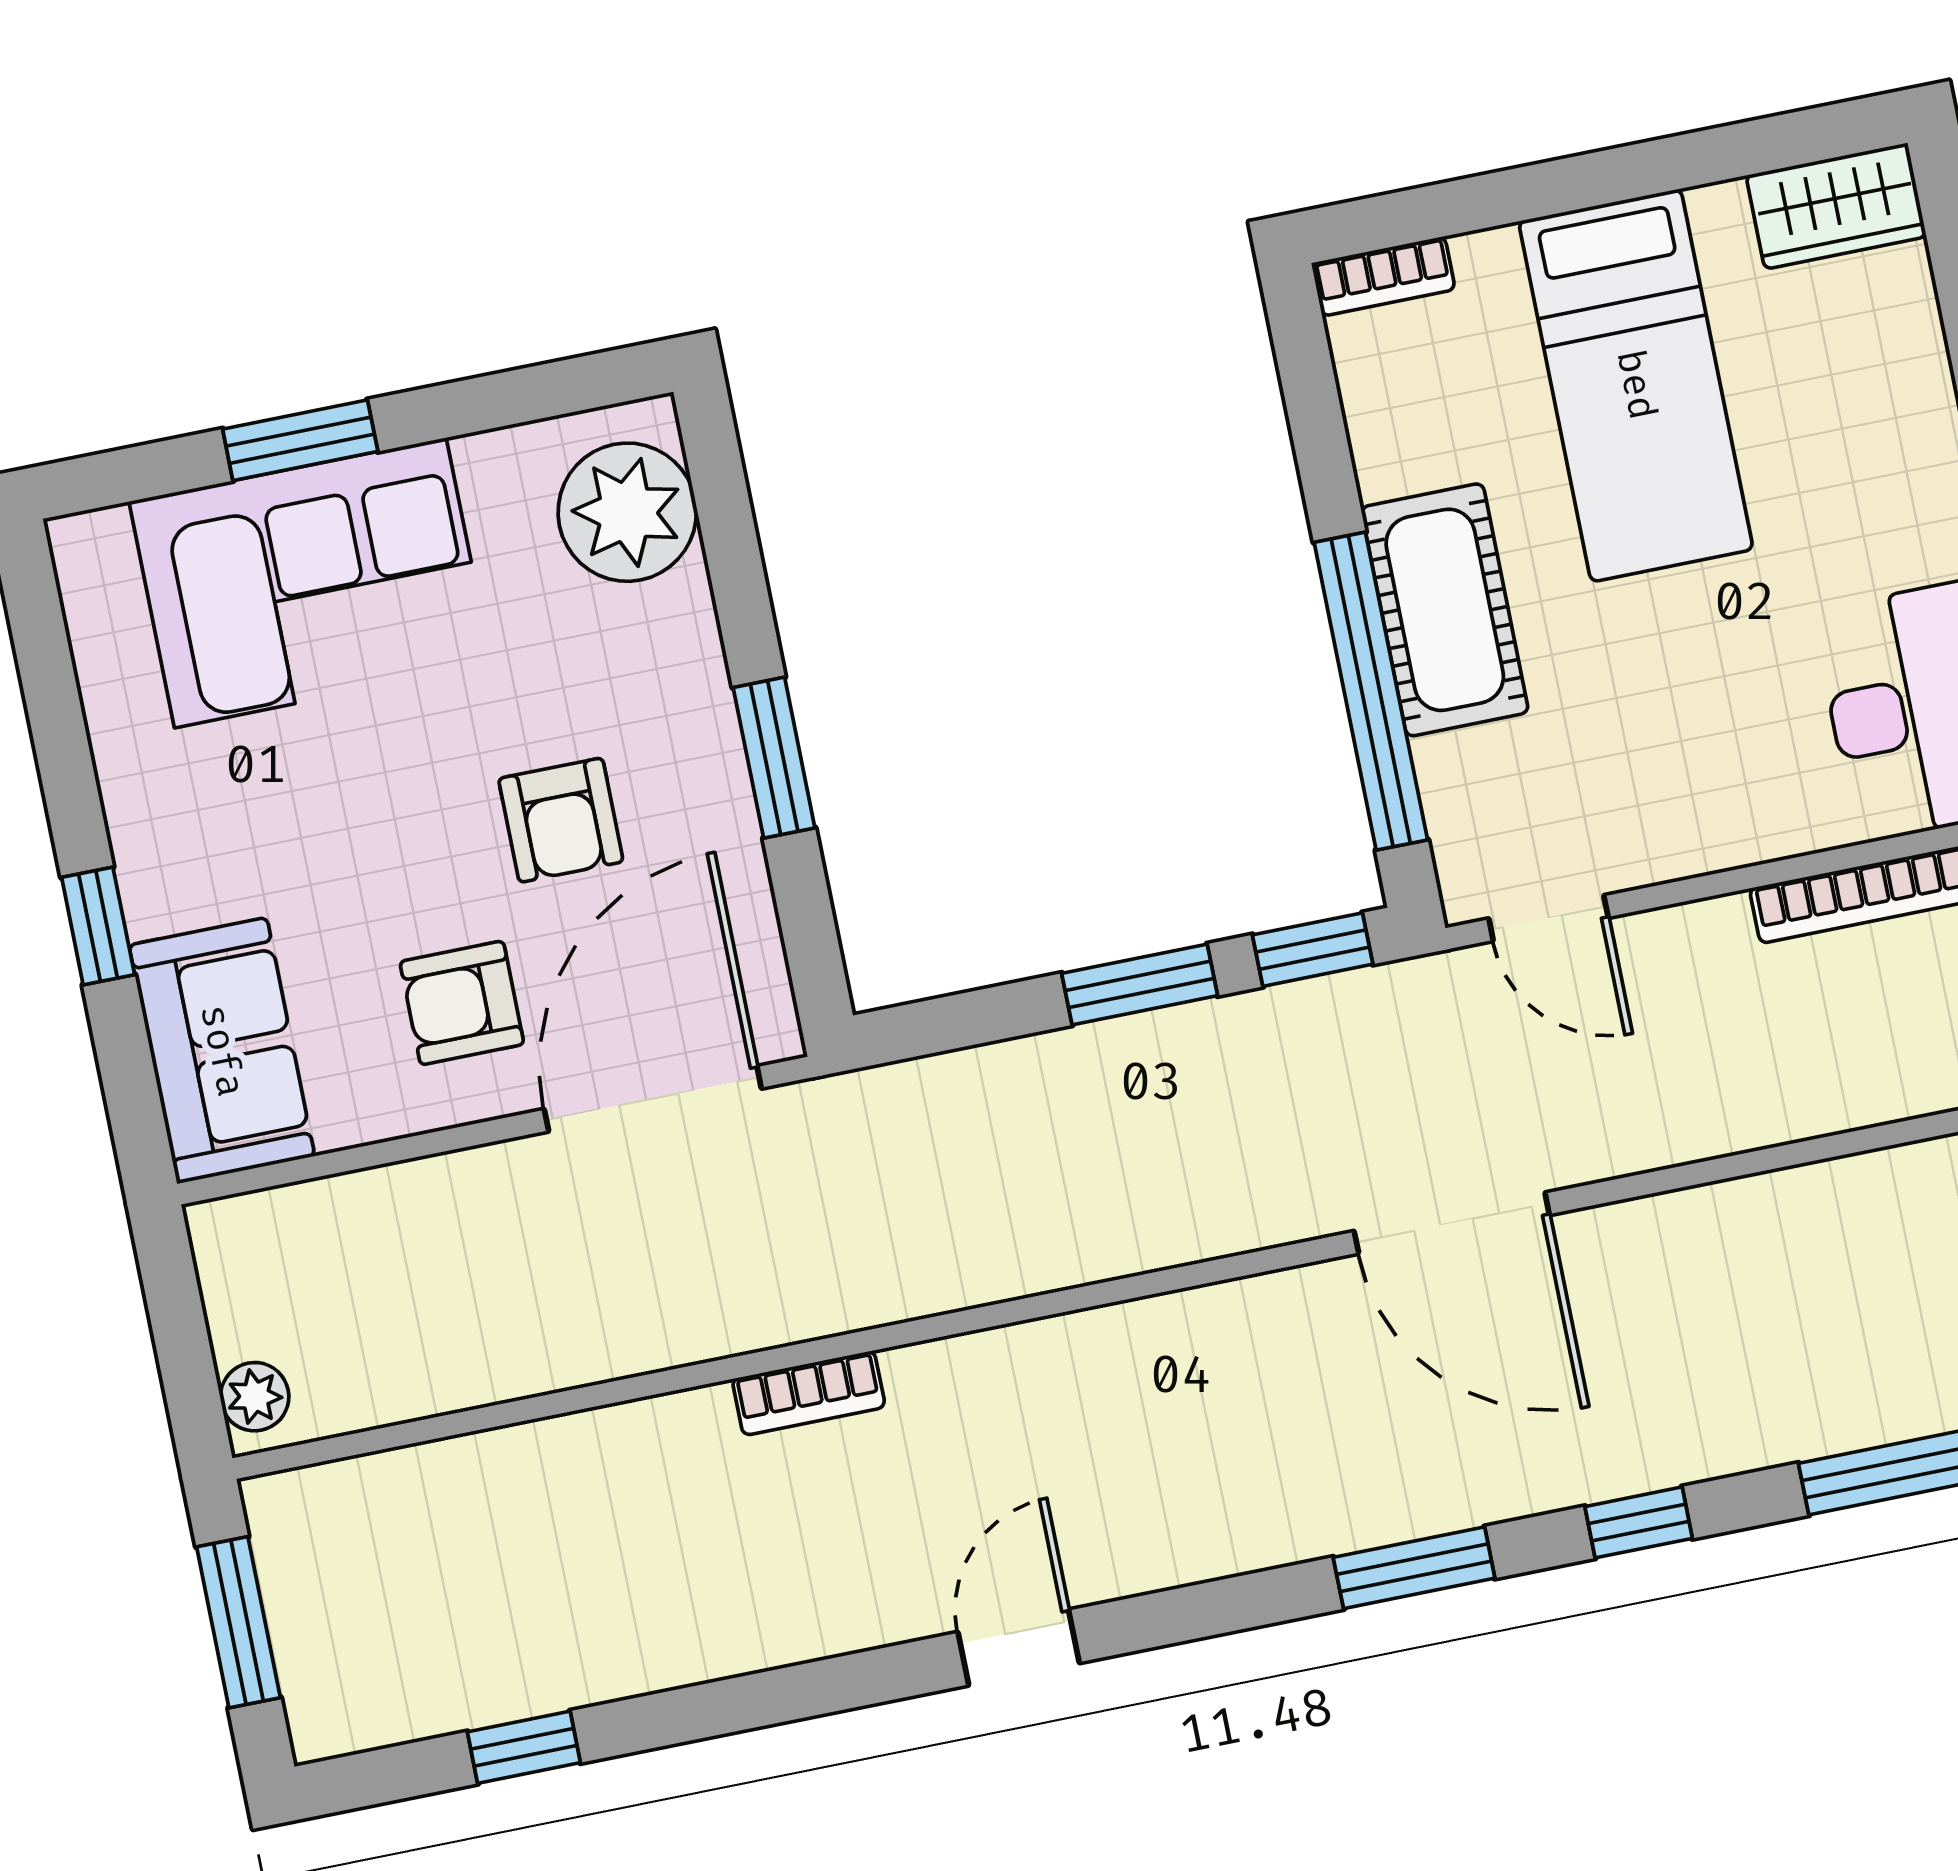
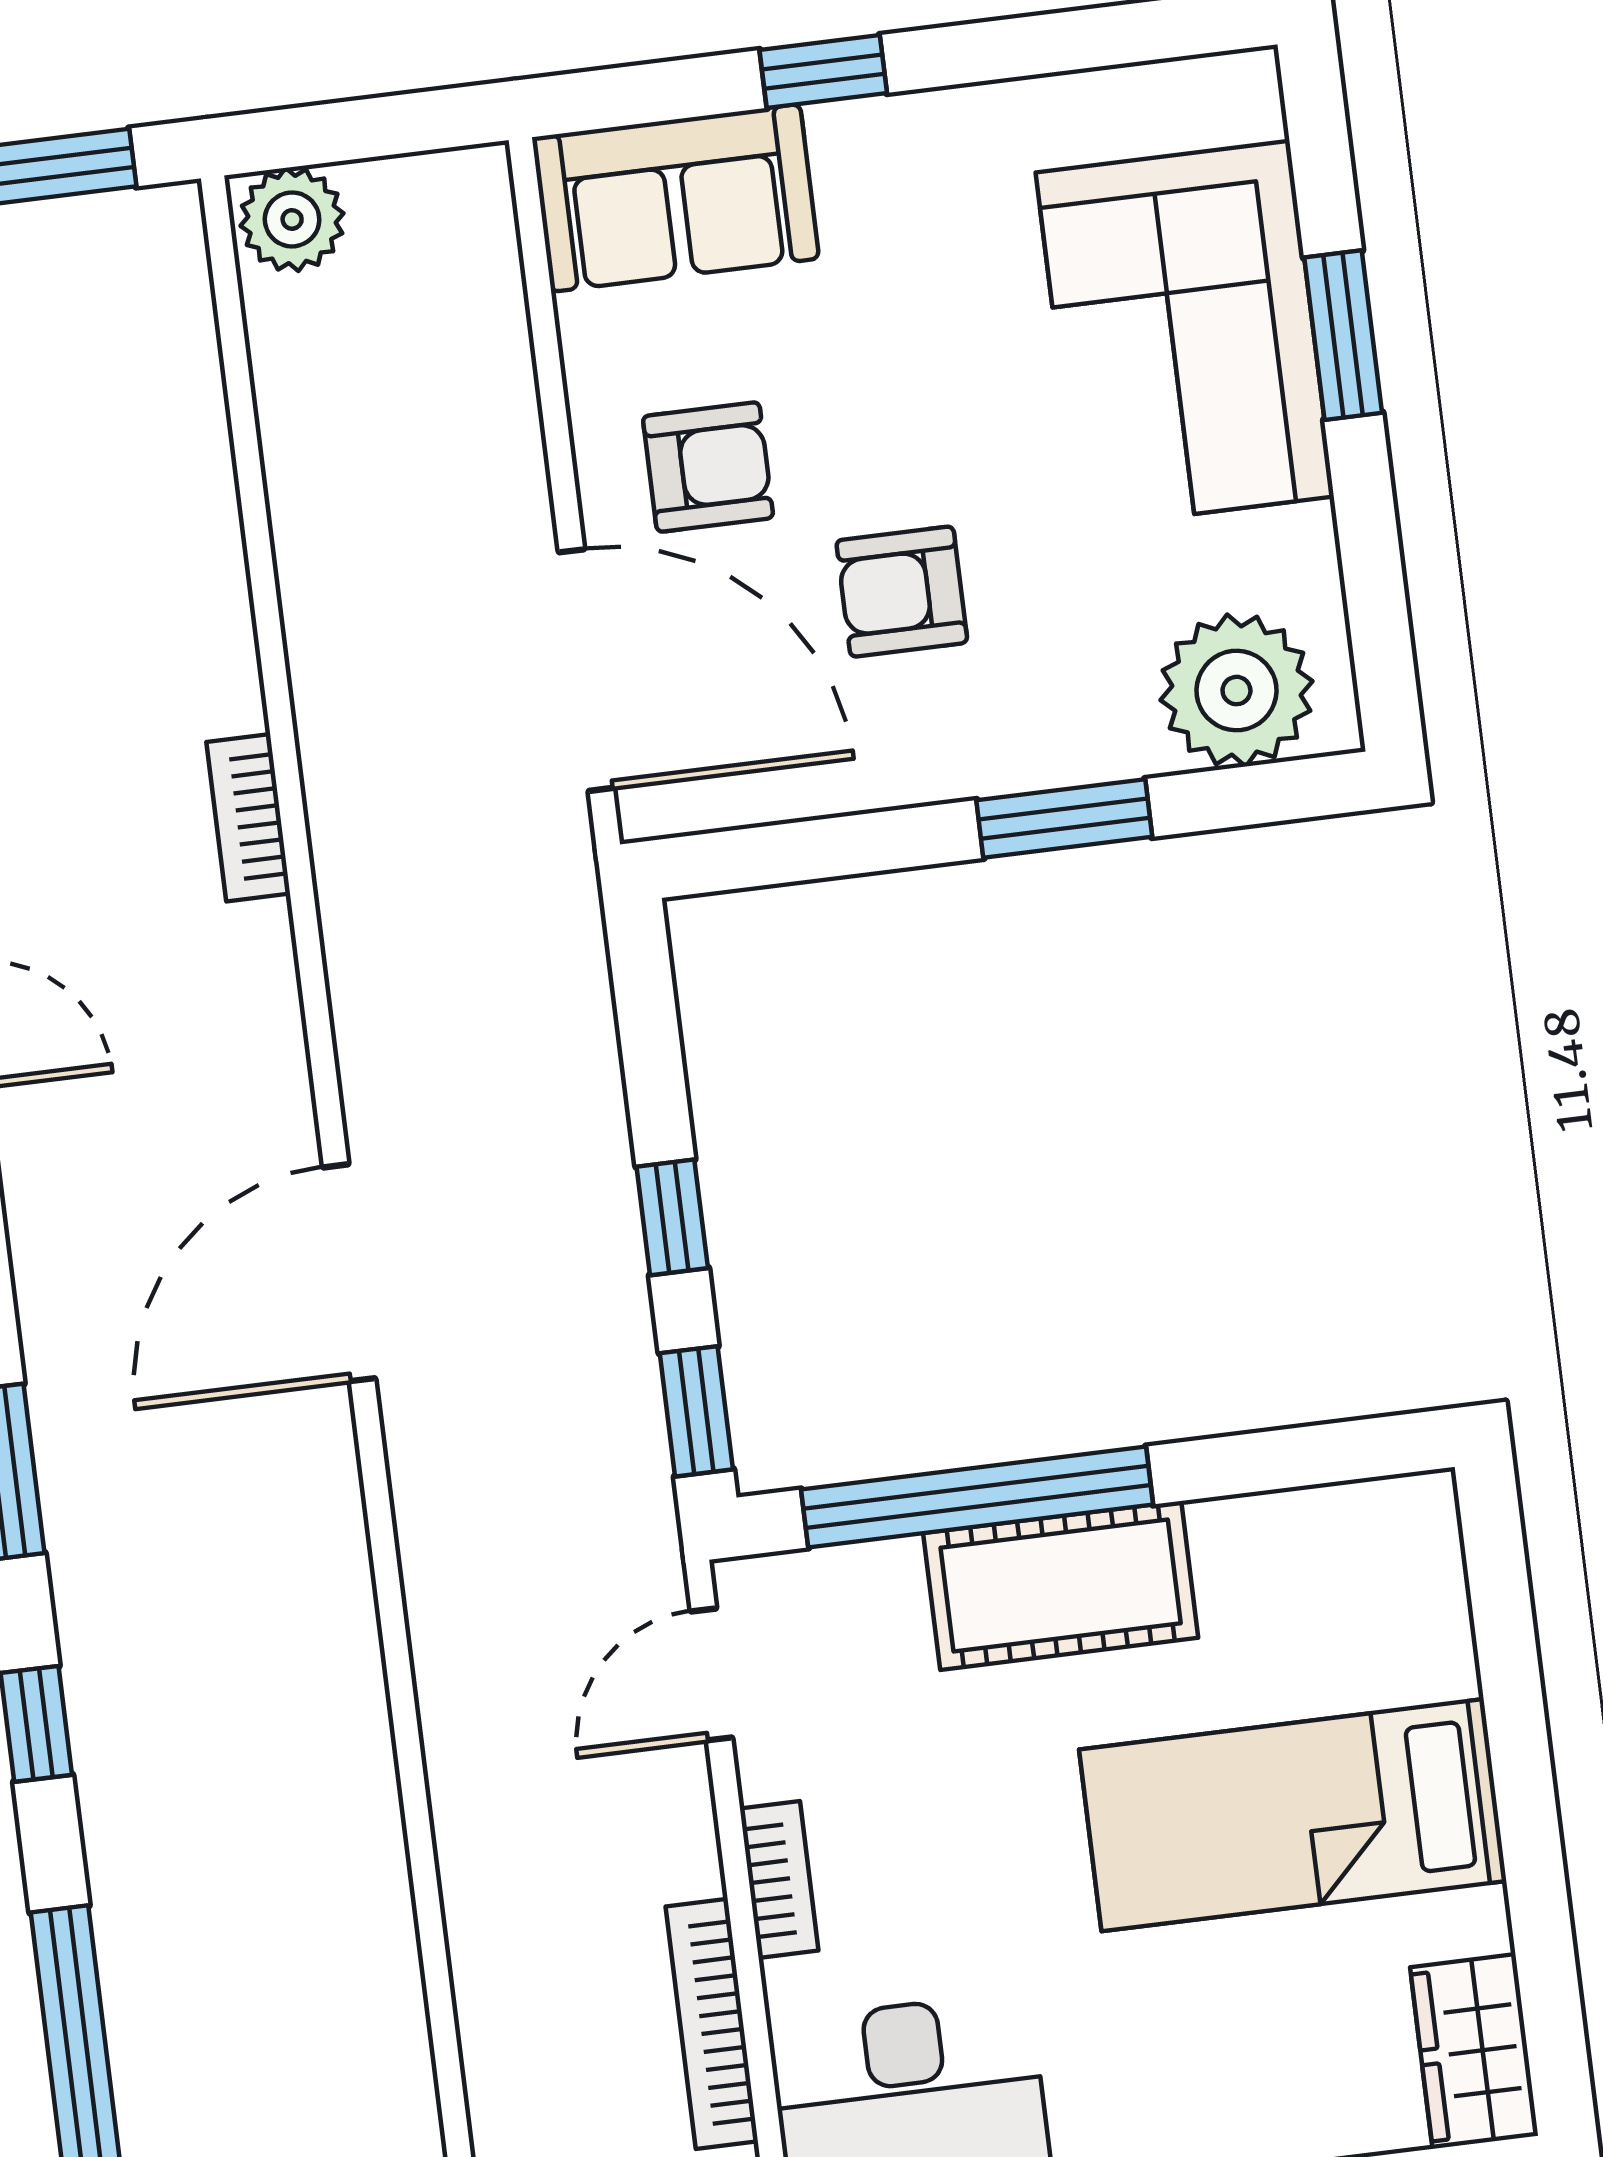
bookcase: (1383, 276) -> (779, 1879), moved, turned 180
window: (774, 758) -> (1064, 818), moved
window: (1140, 984) -> (672, 1217), width x0.67
armchair: (462, 1003) -> (708, 467), turned 90
door: (1452, 1223) -> (349, 1273), moved
plant: (255, 1397) -> (292, 219), width x1.38, depth x1.38

